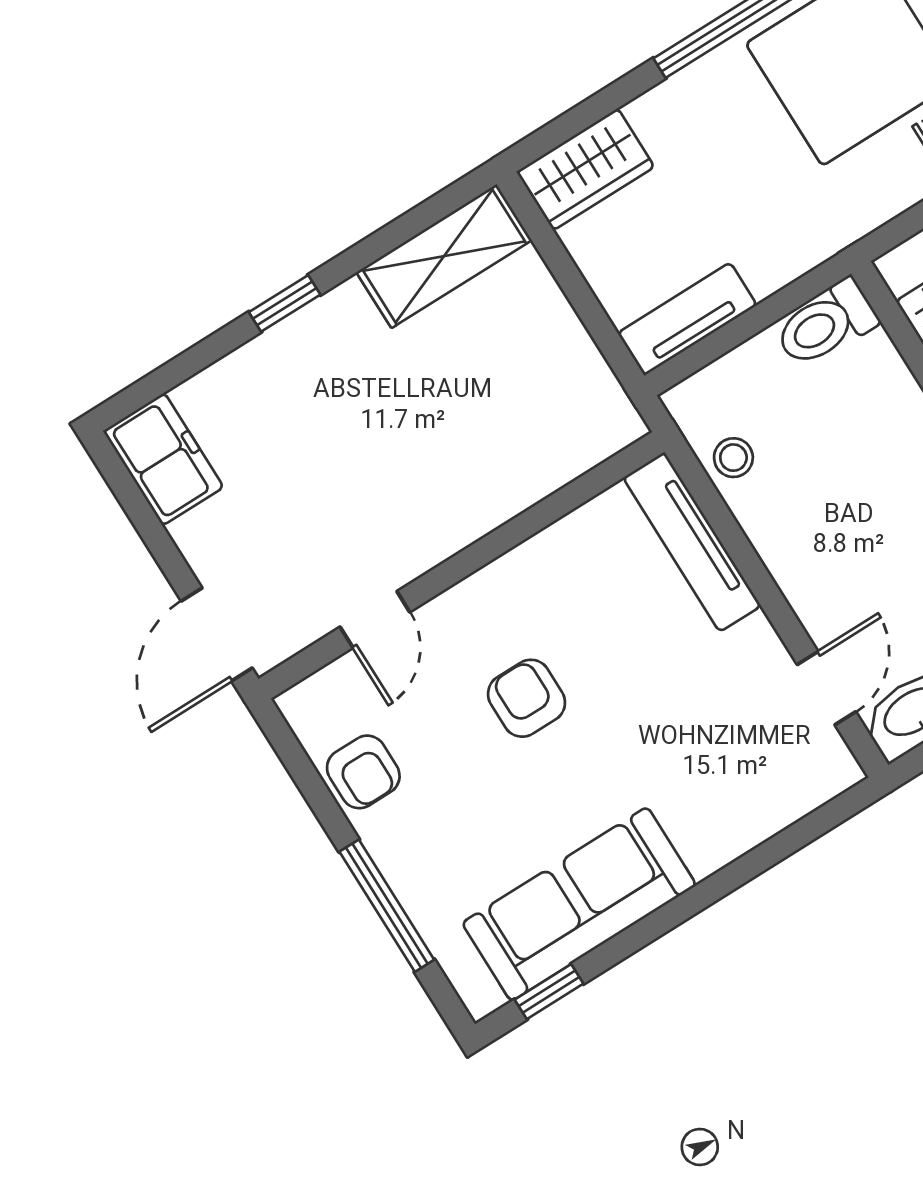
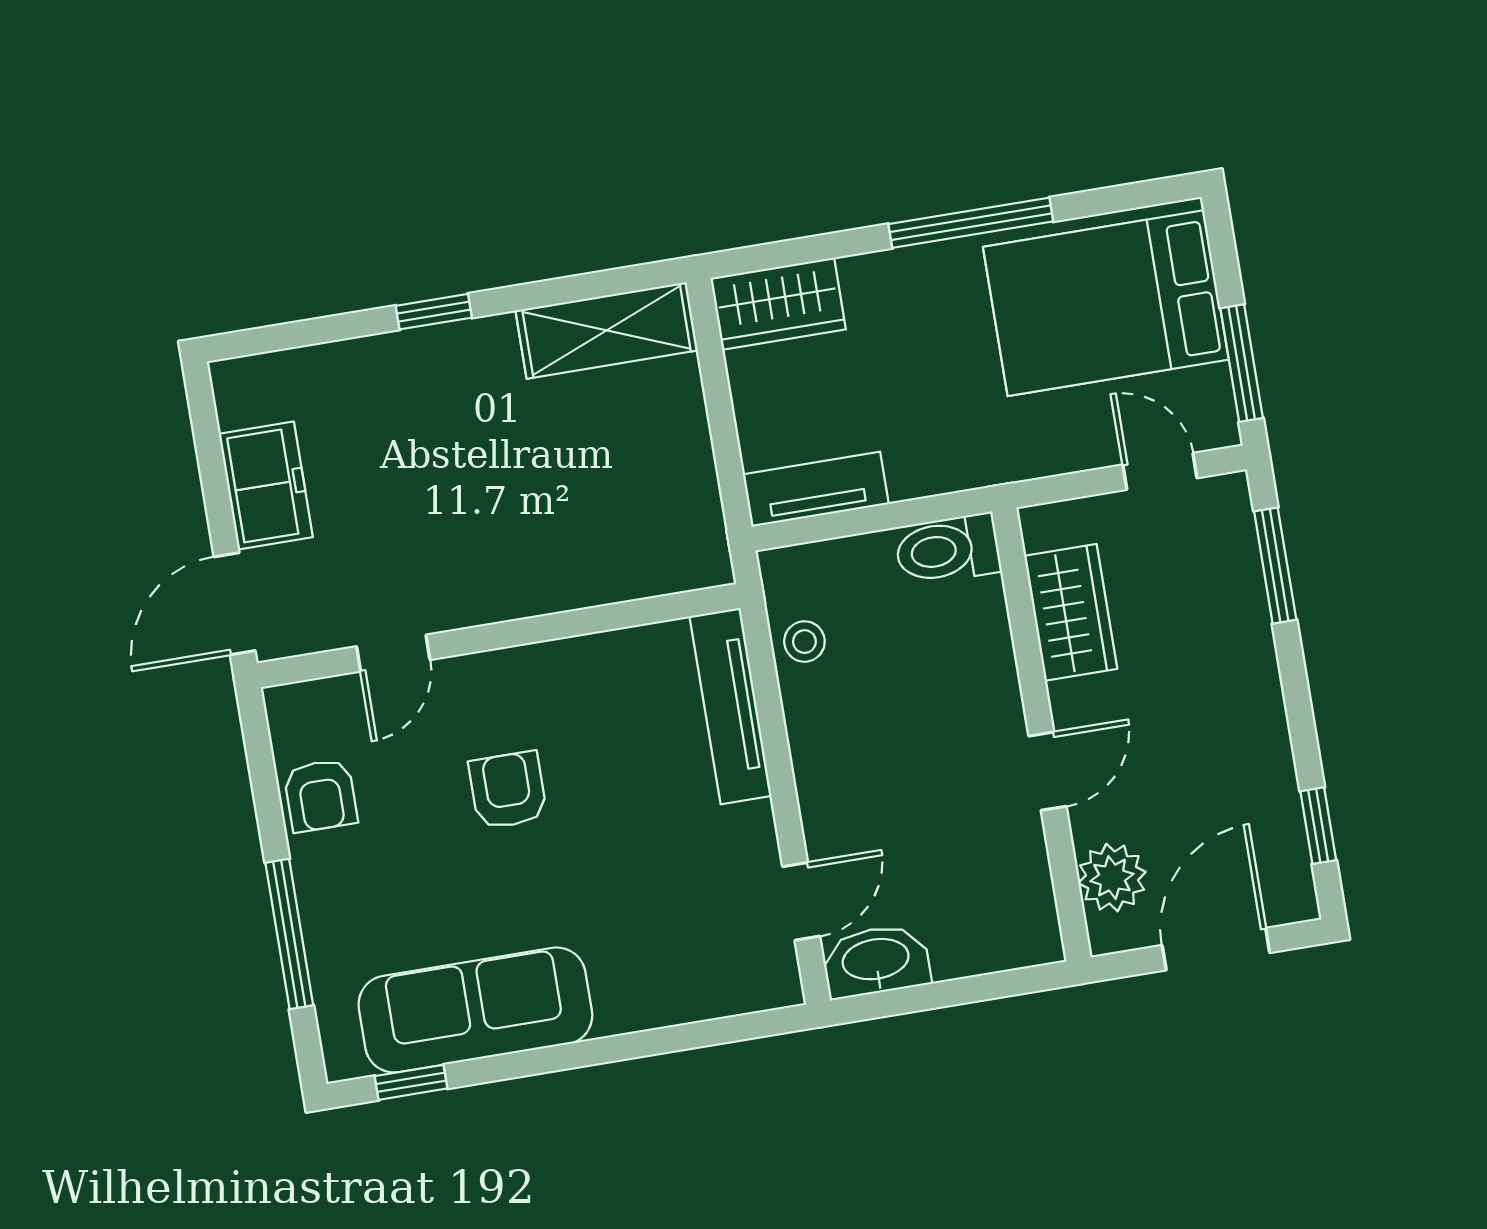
freezer: (163, 459) -> (266, 485), moved

